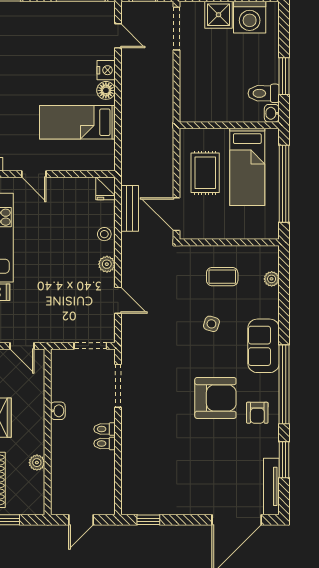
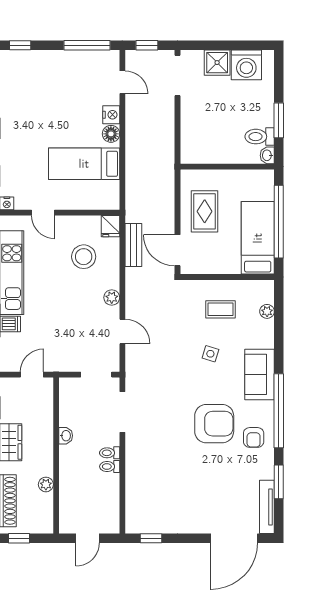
bed: (247, 167) -> (258, 238), moved, turned 180
stool: (104, 234) -> (84, 257), moved, width x1.89, depth x1.89
door: (22, 346) -> (32, 375), swing flipped

